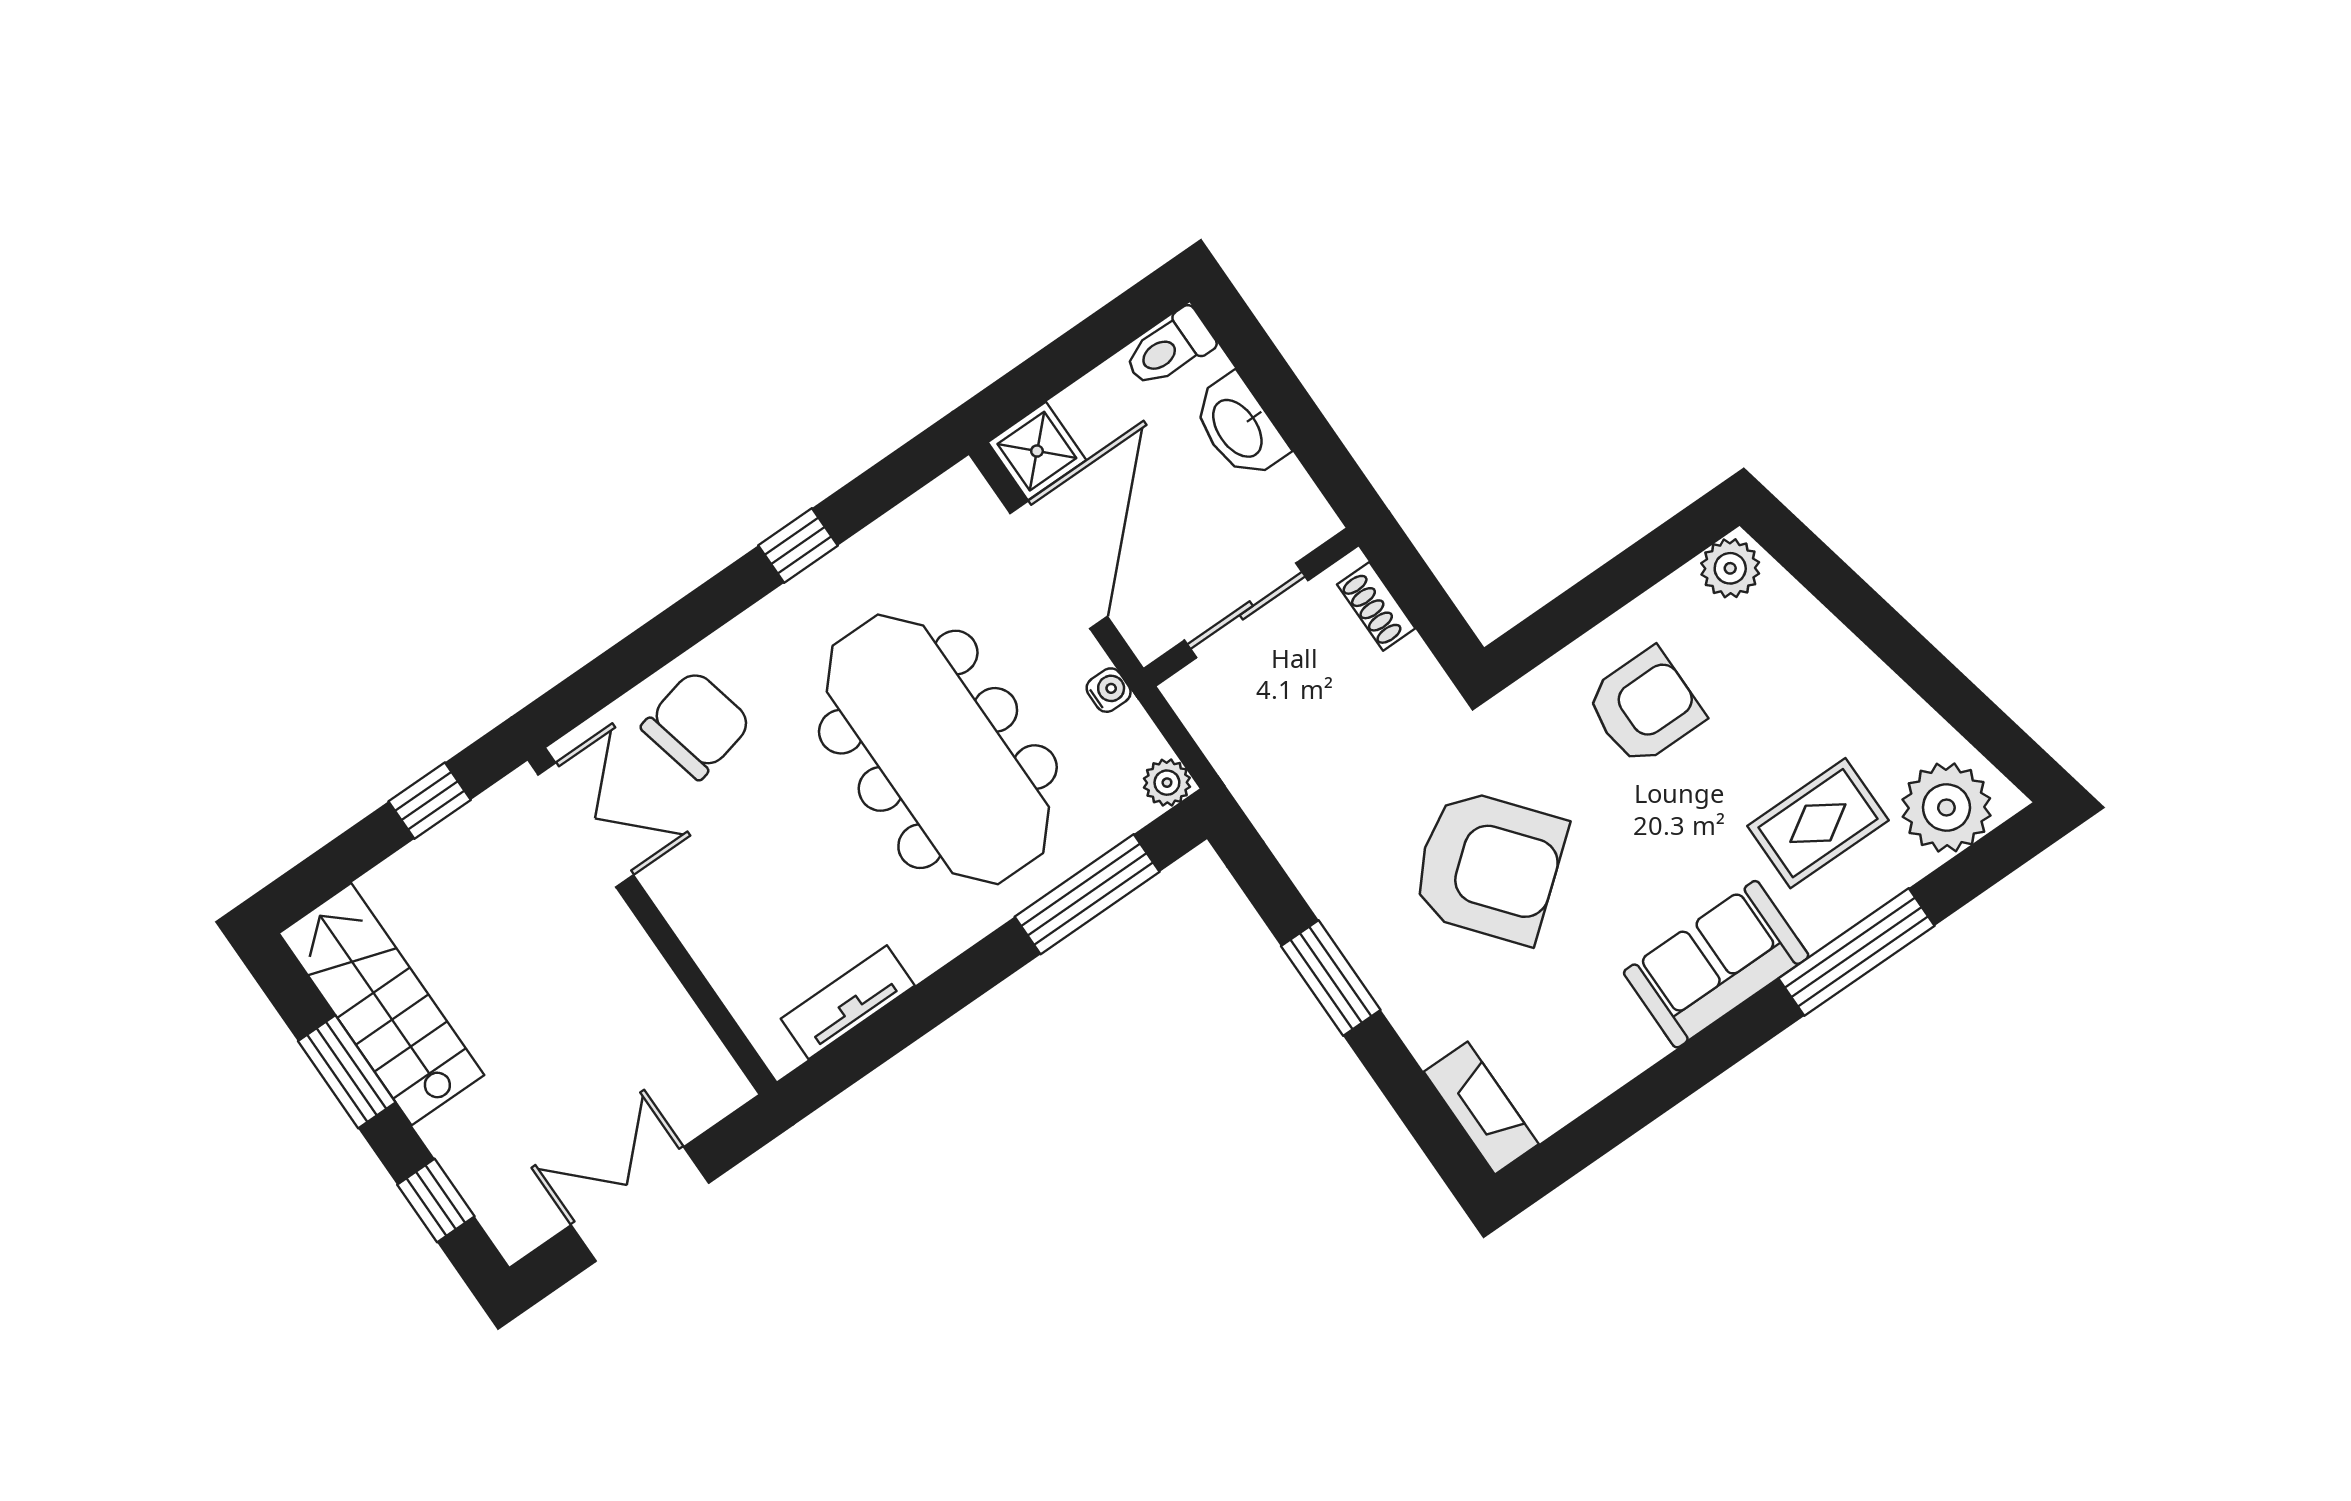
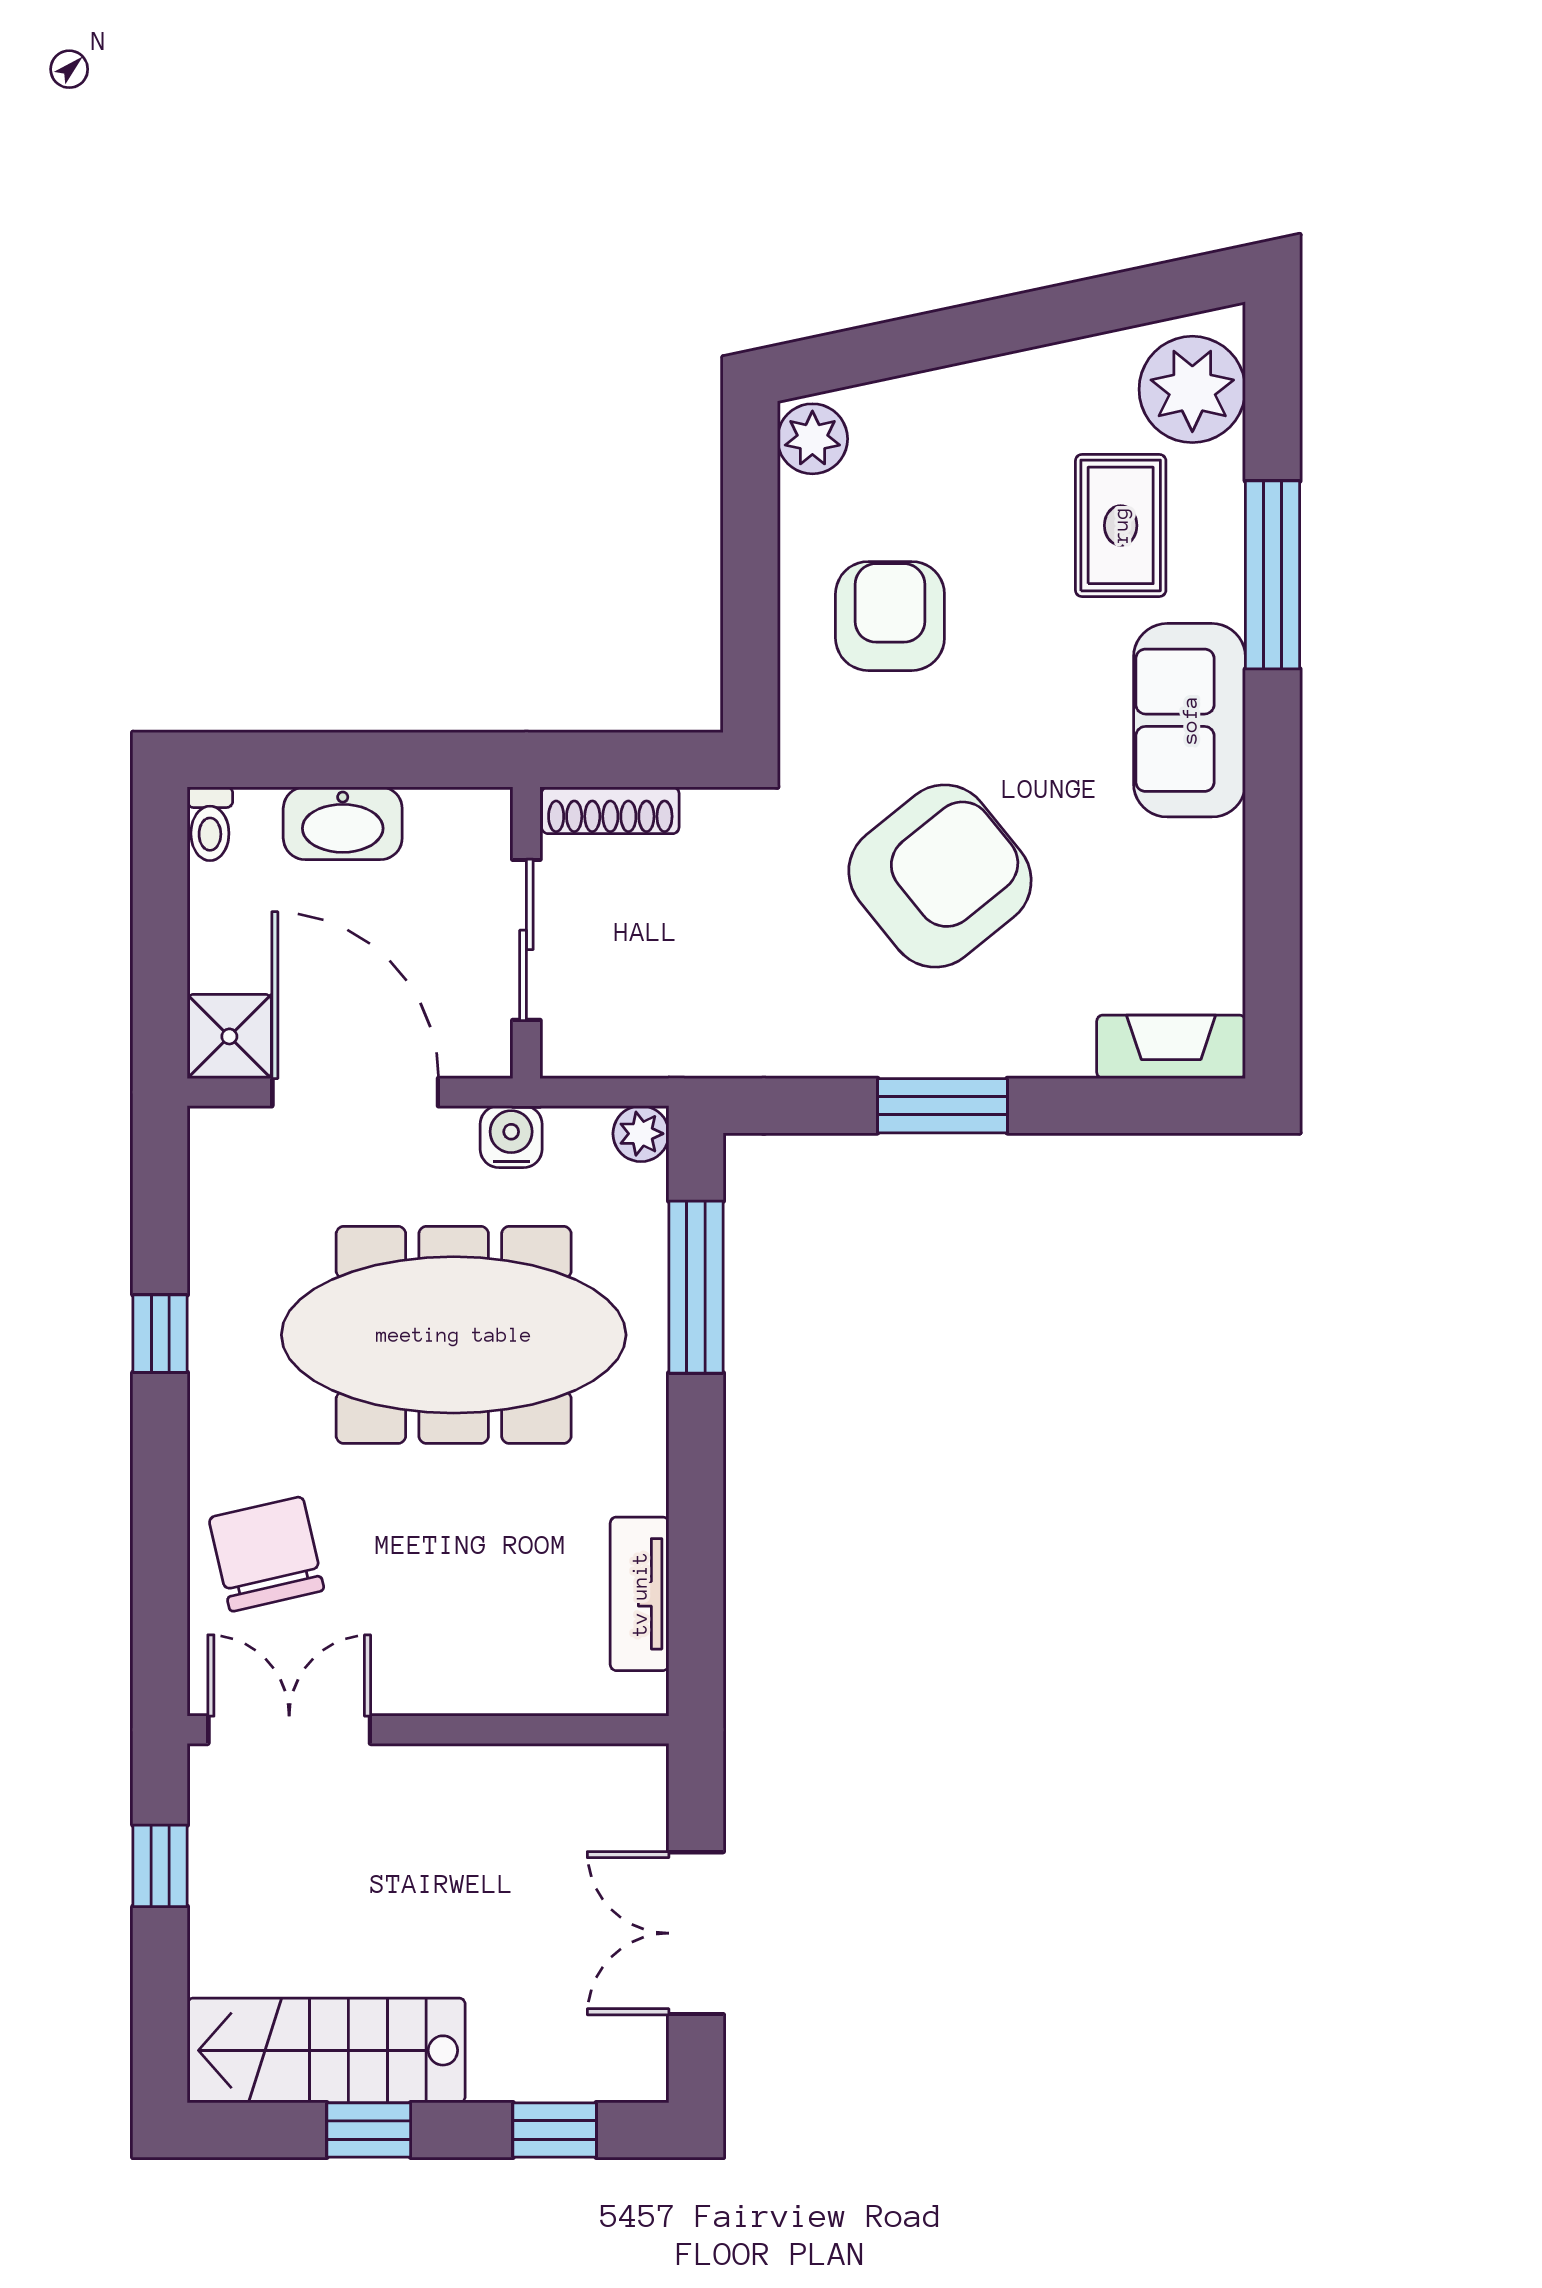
toilet: (1169, 348) -> (210, 824), width x0.73, depth x0.72
shoe rack: (1376, 606) -> (610, 810), width x1.43
water cooler: (1109, 690) -> (511, 1137), width x1.38, depth x1.38
window: (347, 1072) -> (369, 2130), width x0.67

